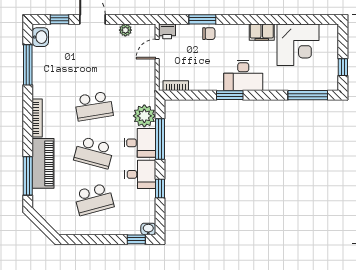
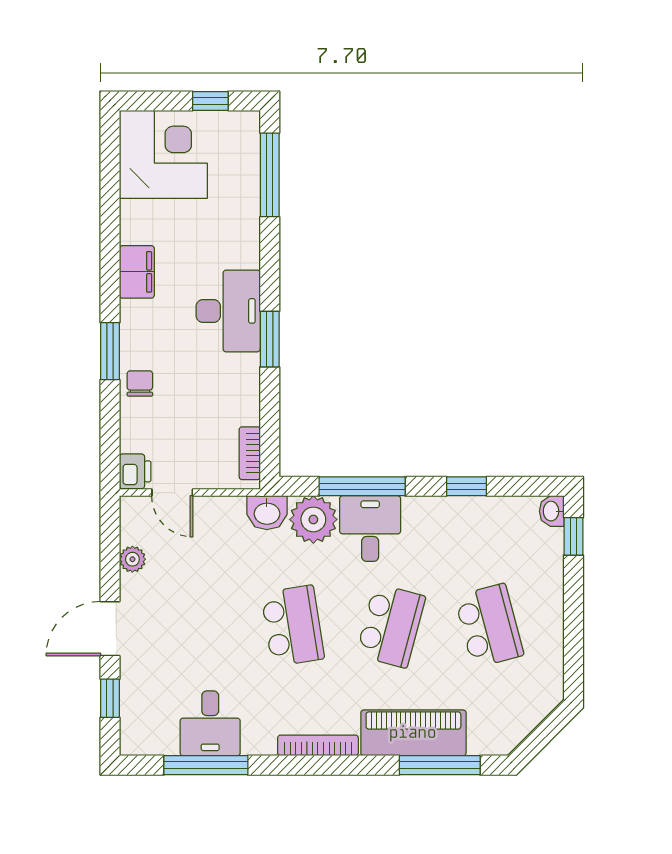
window: (202, 19) -> (110, 351), moved
washbasin: (40, 37) -> (267, 513), moved, turned 180
corner desk: (298, 45) -> (163, 154), moved
desk: (140, 174) -> (210, 723), moved, turned 180

